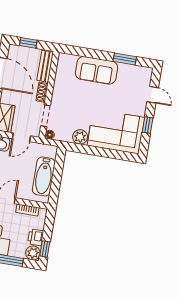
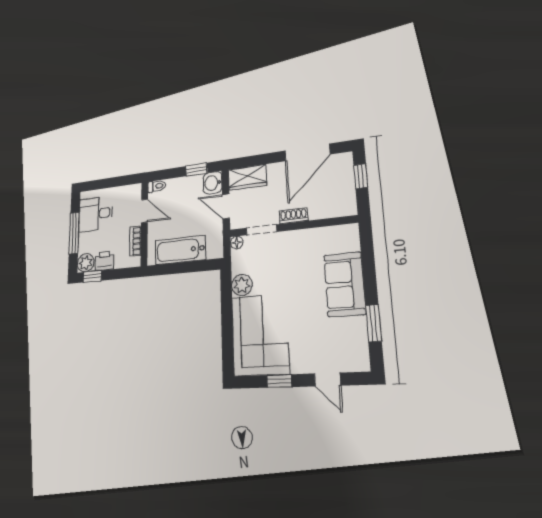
bench: (45, 66) -> (332, 209), removed
door: (153, 95) -> (328, 380), hinge flipped

